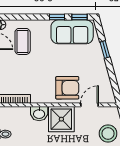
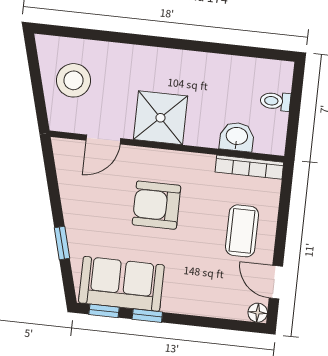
coffee table: (23, 41) -> (242, 231), moved
armchair: (67, 88) -> (156, 205), moved
washbasin: (39, 114) -> (237, 137), moved

